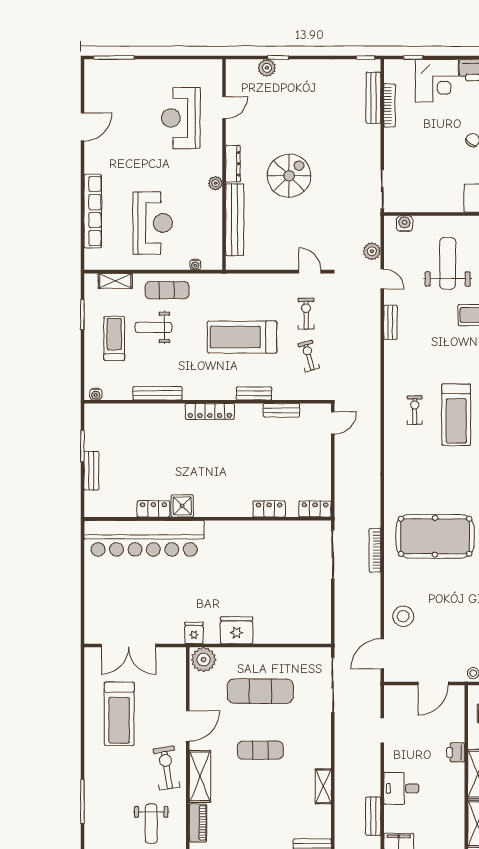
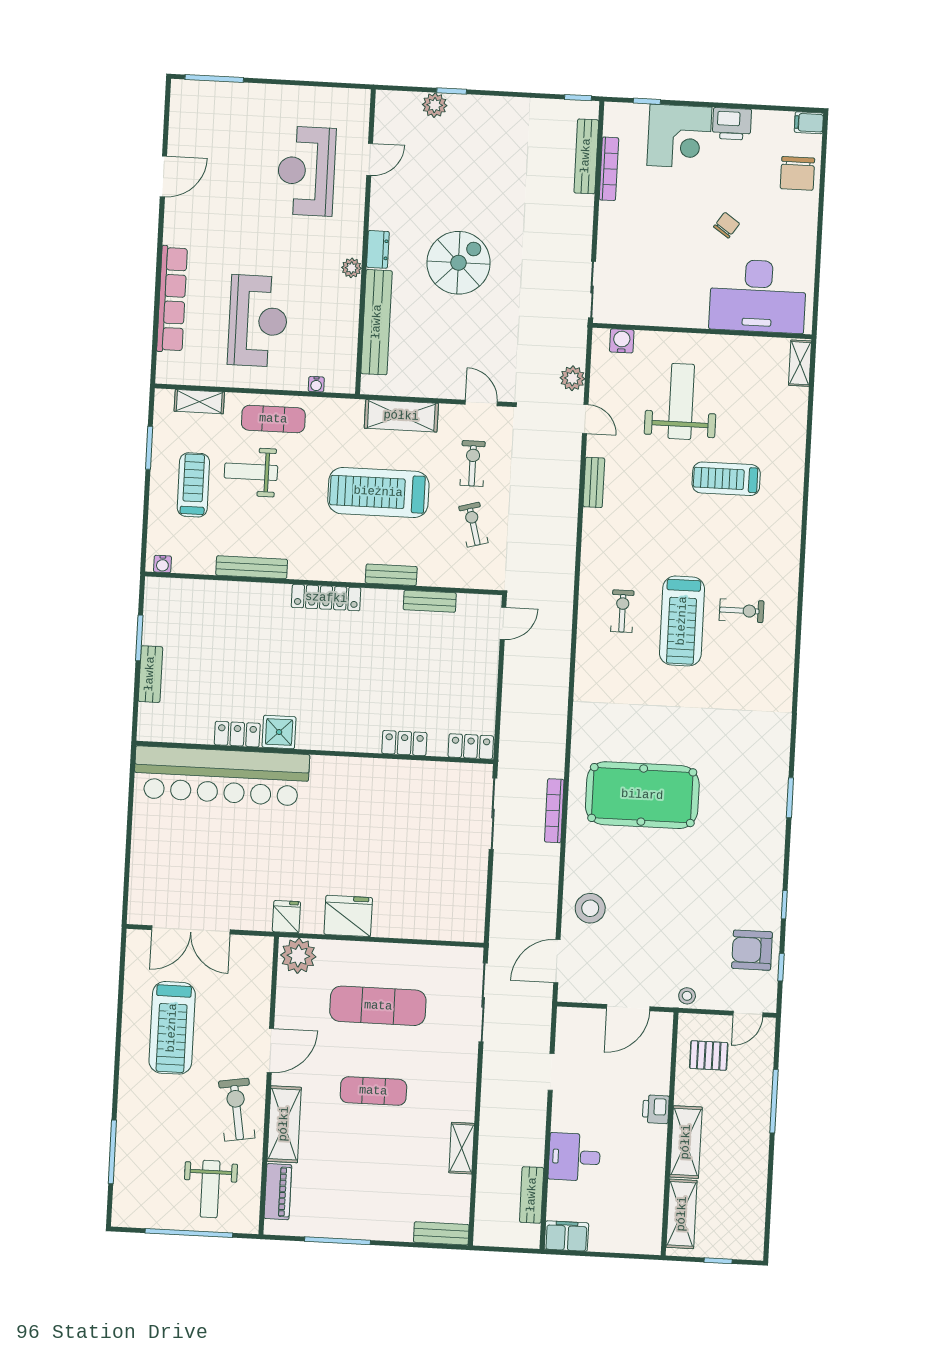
dresser: (233, 164) -> (378, 249), width x0.70
shelving: (255, 283) -> (401, 416), added

